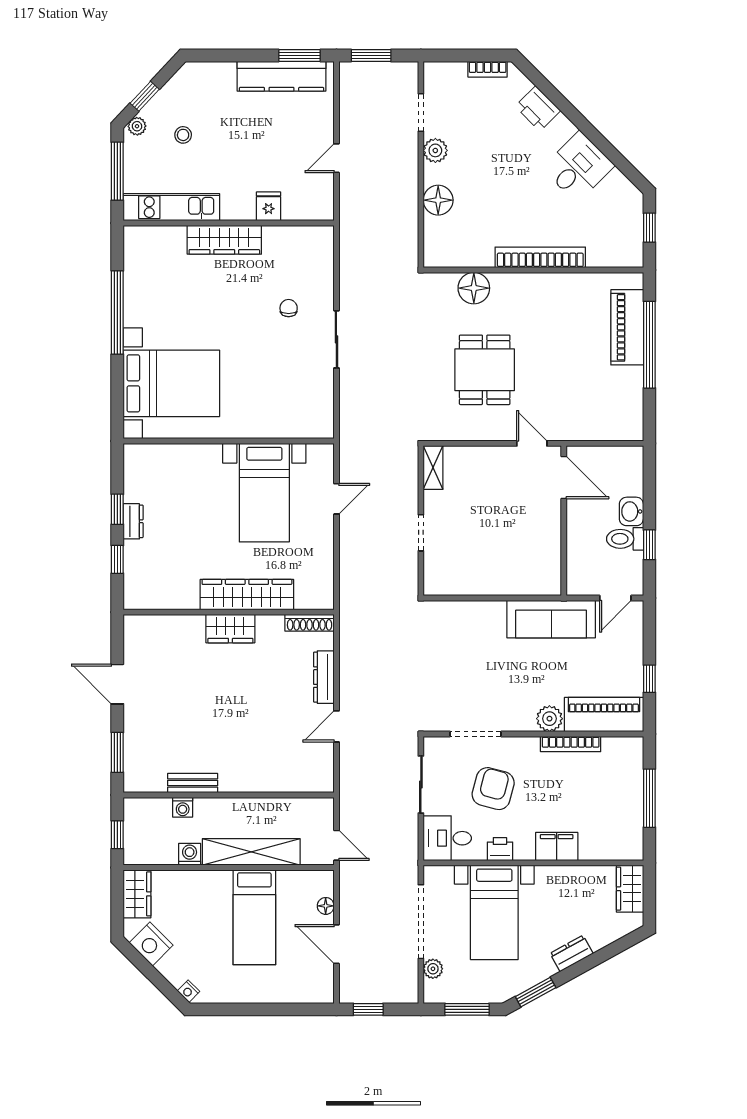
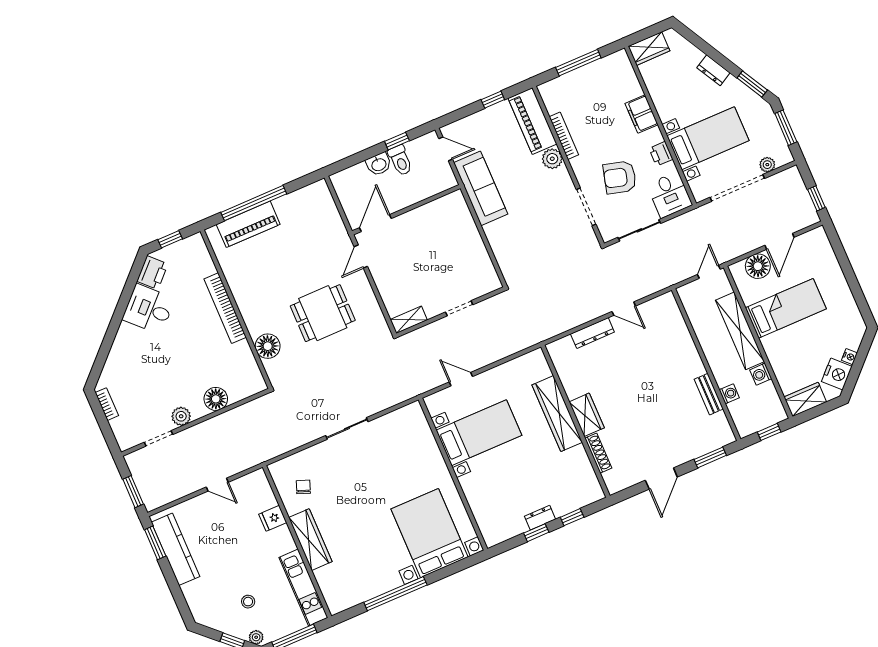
printer: (538, 109) -> (152, 273), moved
chair: (289, 308) -> (303, 487), moved, turned 111
shoe rack: (310, 623) -> (598, 453), moved
floor lamp: (326, 906) -> (758, 266), width x1.89, depth x1.89
nightstand: (188, 991) -> (850, 357), moved

